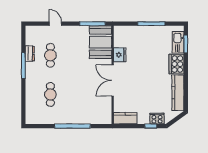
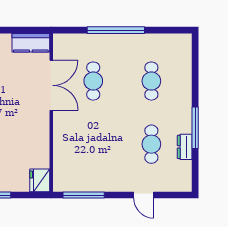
booth: (101, 42) -> (71, 165), removed
fridge: (120, 55) -> (40, 180), moved
double door: (113, 80) -> (51, 85), moved
cafe table: (86, 94) -> (93, 81), added

